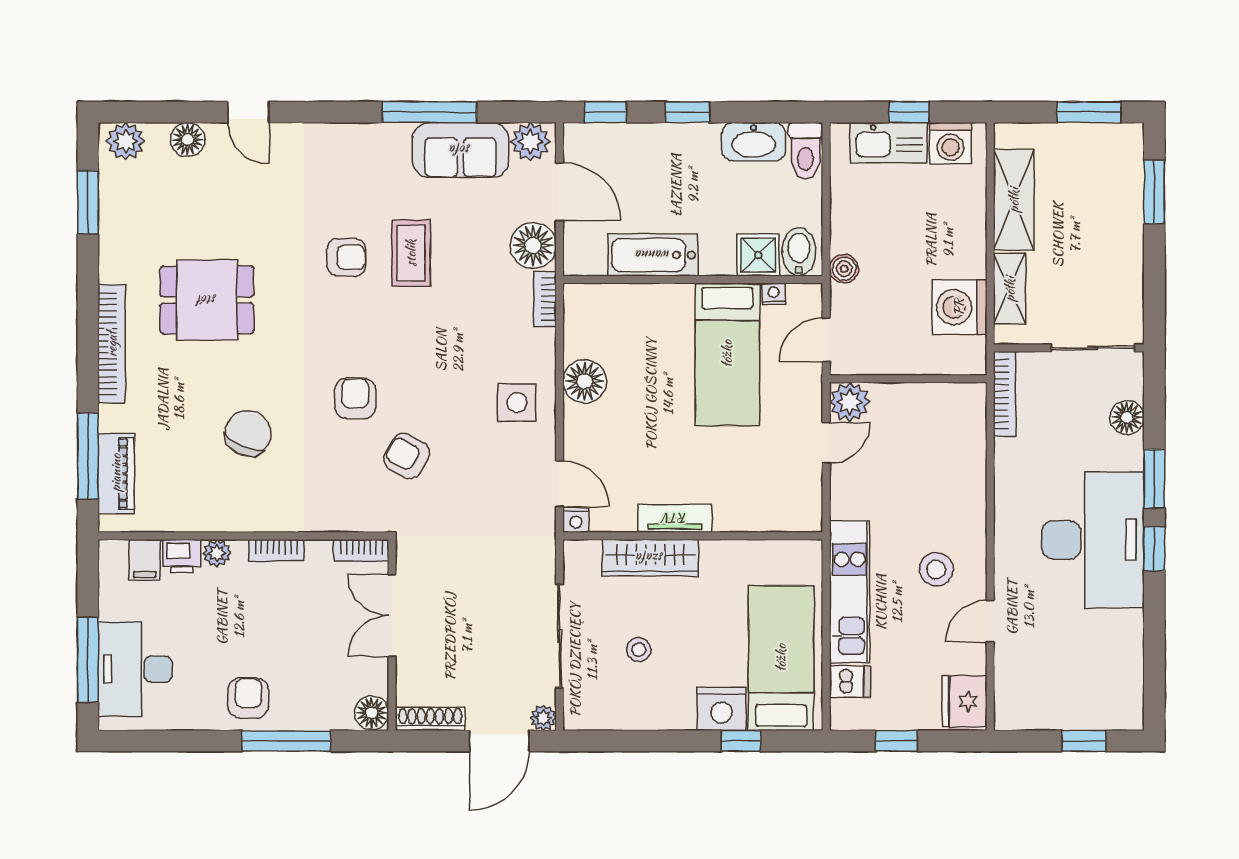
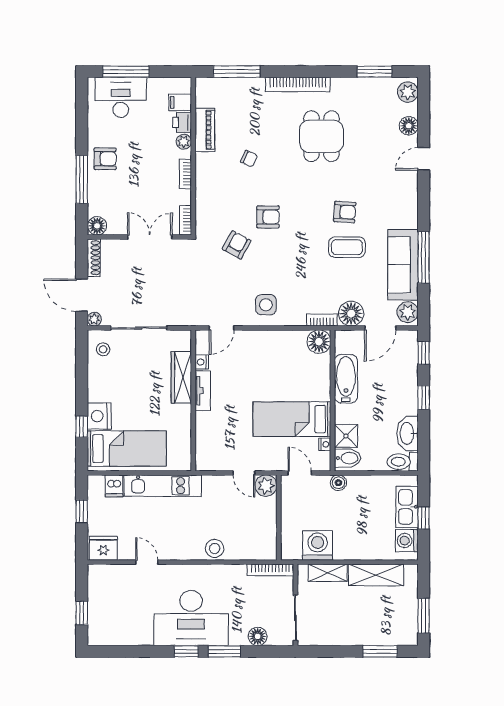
sofa: (460, 150) -> (403, 265), width x1.36
armchair: (346, 257) -> (345, 212), turned -86
floor lamp: (585, 381) -> (319, 342), moved
chair: (248, 433) -> (249, 159), width x0.54, depth x0.54
piano: (116, 473) -> (205, 130), moved, turned -90
nightstand: (576, 520) -> (202, 362), moved
stool: (936, 569) -> (215, 548), moved
stool: (639, 650) -> (103, 349), moved

